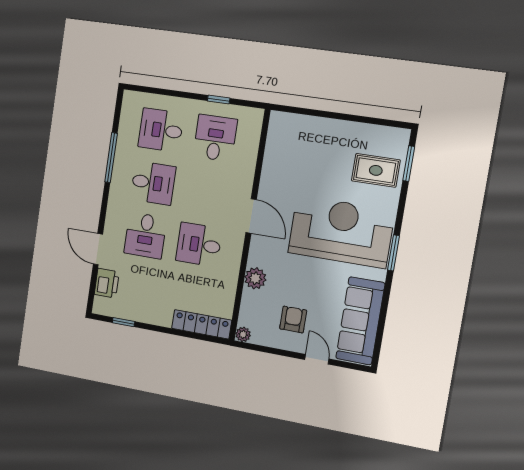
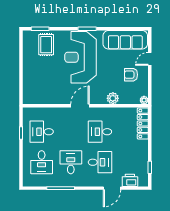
desk: (199, 245) -> (100, 132), turned 90

